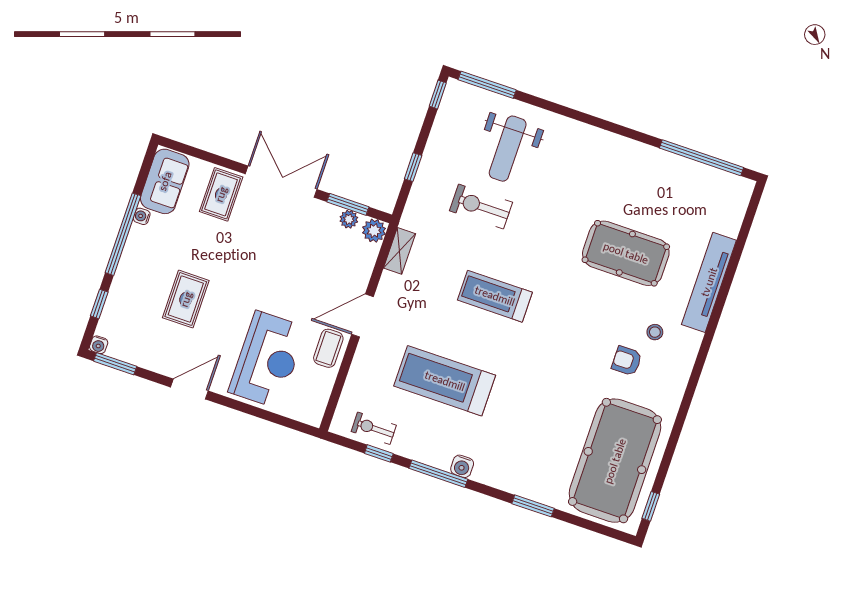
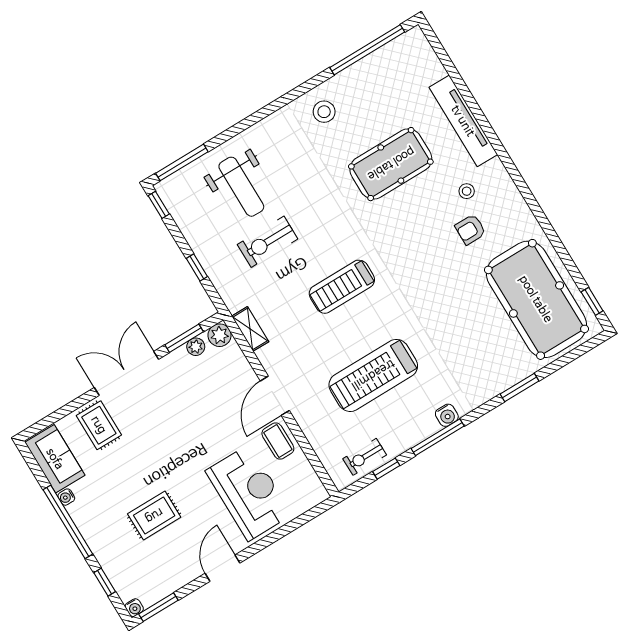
stool: (623, 165) -> (324, 112), added
rug: (186, 299) -> (154, 516), turned 90

